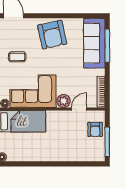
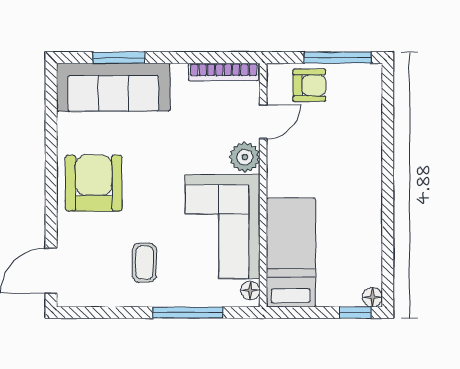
armchair: (52, 35) -> (94, 183), turned -78
window: (107, 46) -> (119, 58), width x0.69
door: (79, 109) -> (263, 122), swing flipped

